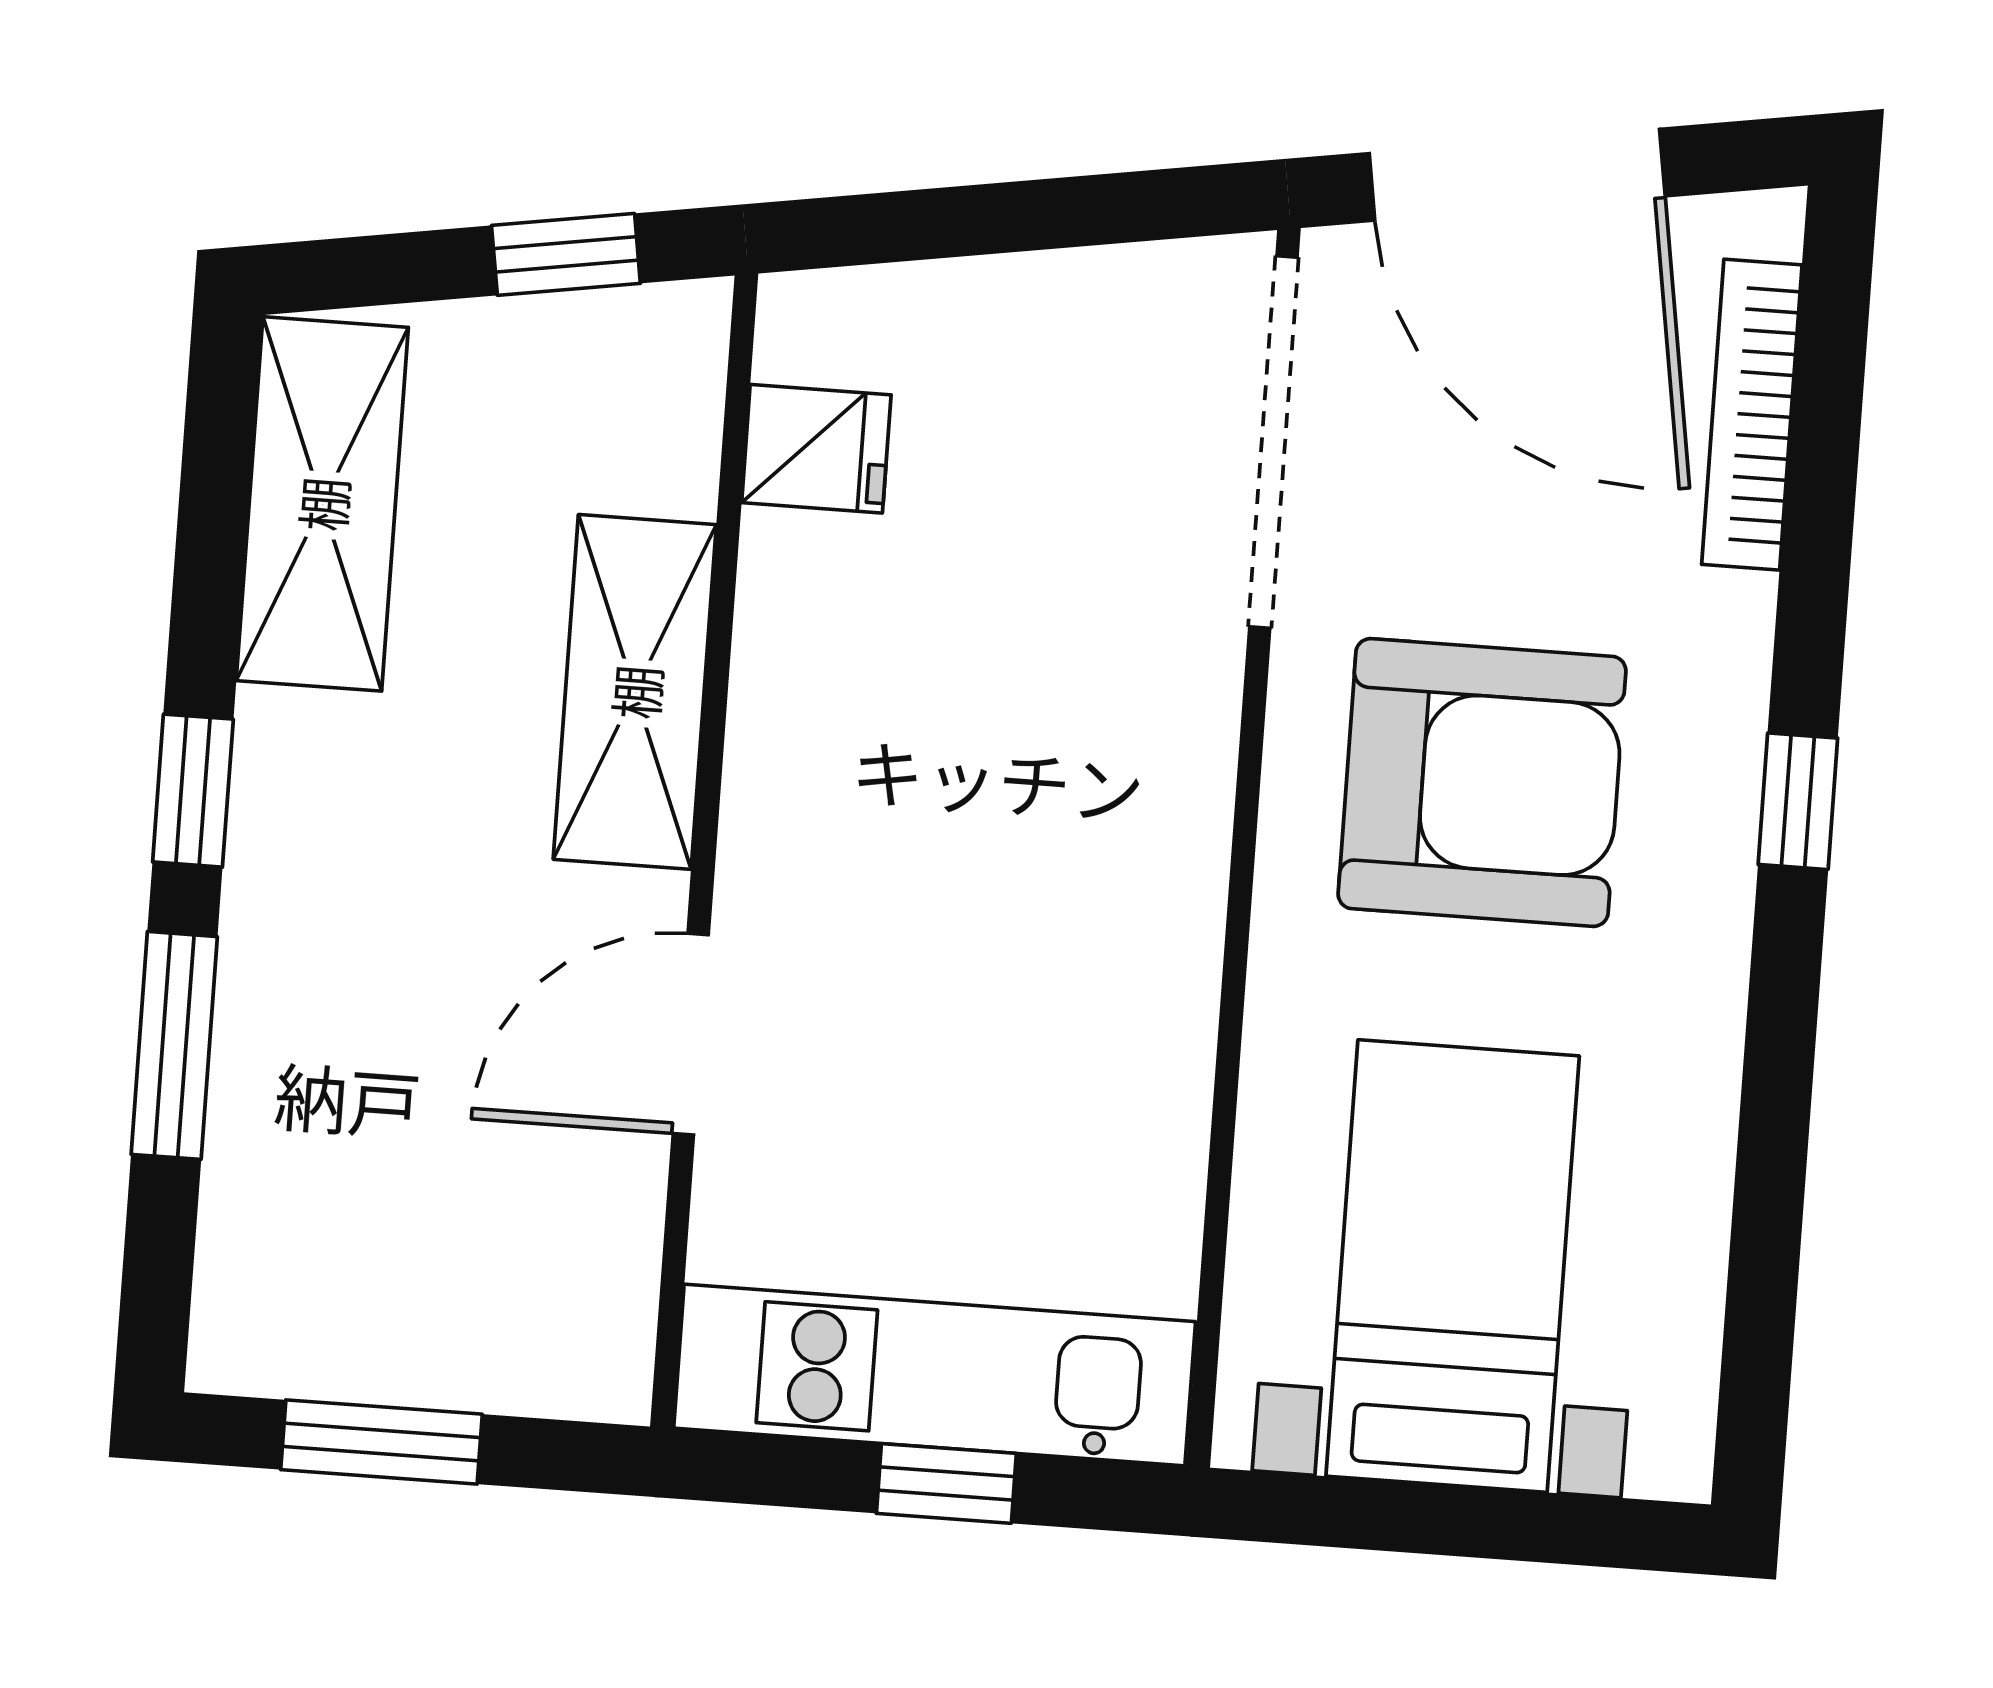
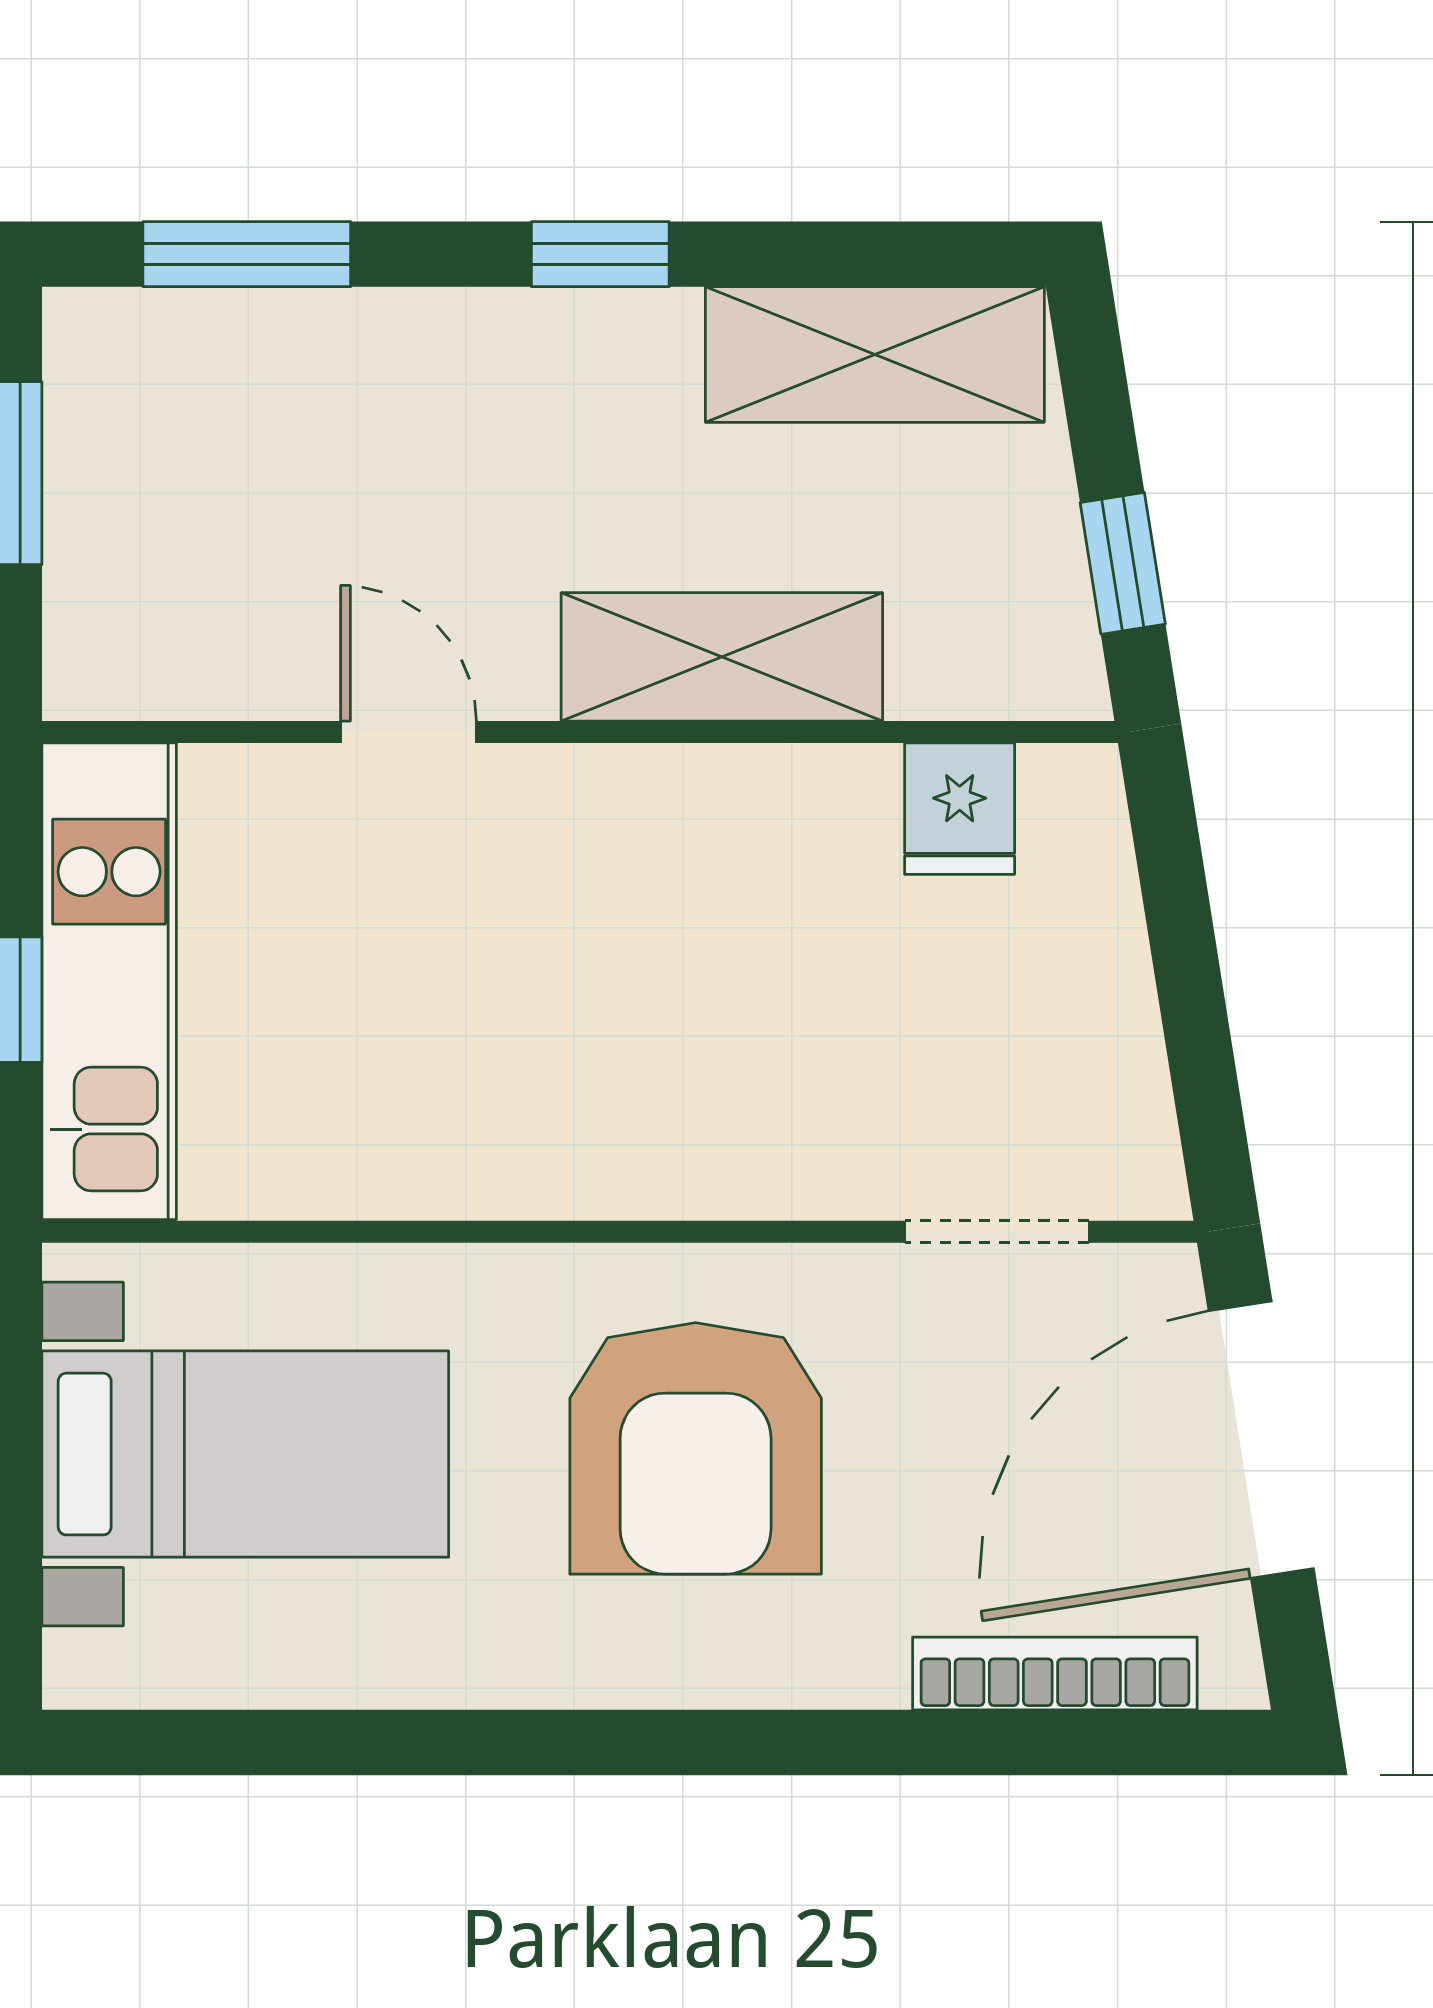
doorway: (1273, 442) -> (997, 1232), width x0.53
window: (1798, 801) -> (700, 1742), removed
door: (691, 1034) -> (408, 732), width x0.73
window: (174, 1045) -> (247, 254), moved

